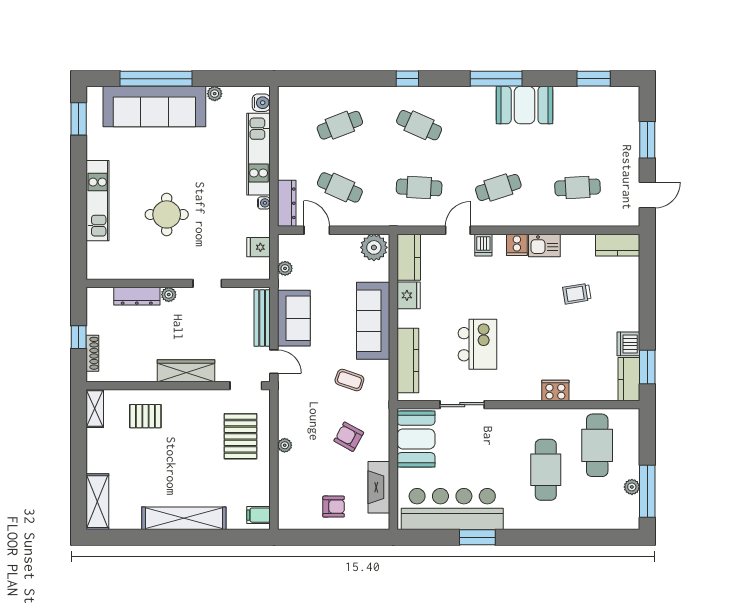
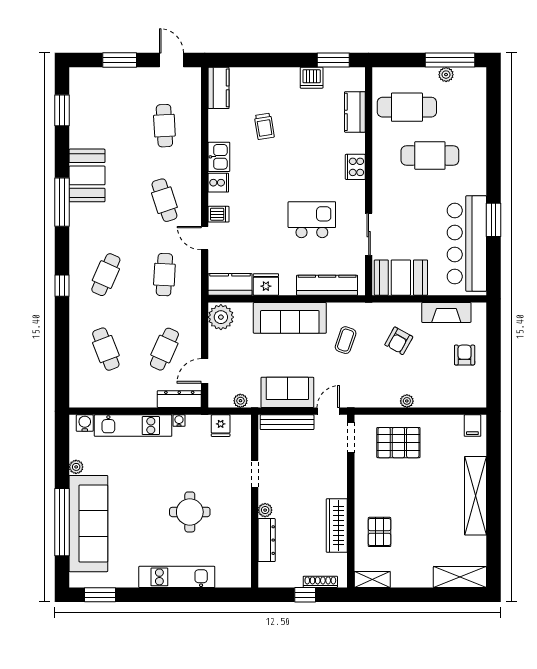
wardrobe: (186, 371) -> (337, 525), moved
kitchen counter: (629, 379) -> (355, 112), moved, turned 90
cooker: (555, 390) -> (355, 167), moved

